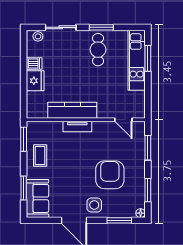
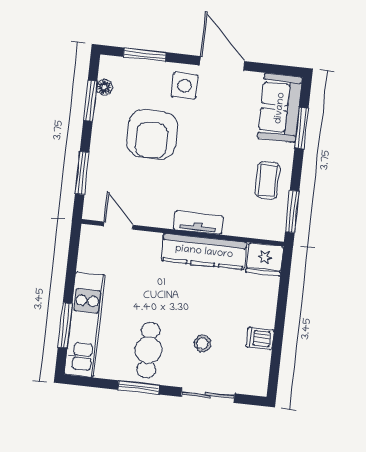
stool: (38, 36) -> (202, 343), moved
fridge: (35, 81) -> (265, 259), moved, turned -90
floor lamp: (141, 213) -> (104, 87), moved

